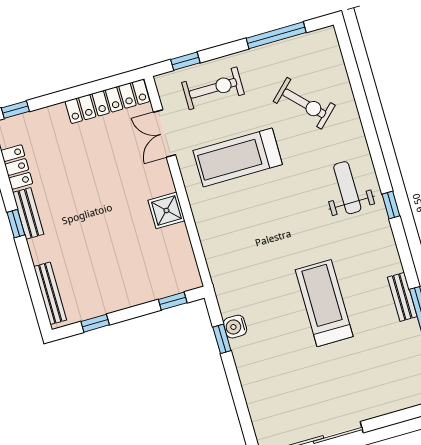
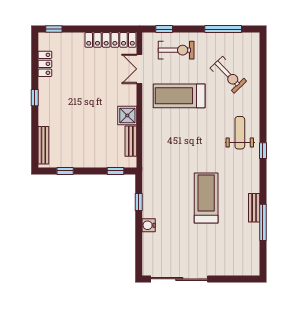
bench: (28, 213) -> (131, 141), moved
water cooler: (235, 327) -> (149, 225), moved

